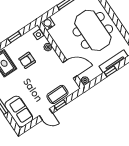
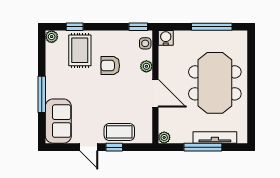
window: (14, 37) -> (138, 27), moved
door: (70, 69) -> (155, 93), moved
window: (110, 71) -> (203, 147), width x2.17

